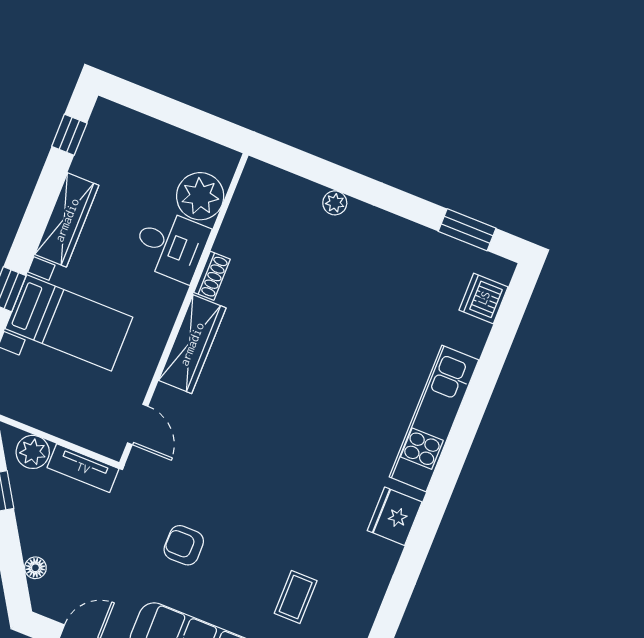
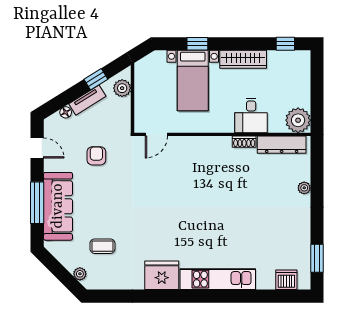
plant: (200, 196) -> (298, 120), moved
dresser: (243, 212) -> (282, 145), added
wardrobe: (192, 344) -> (207, 145), removed
tv unit: (83, 468) -> (87, 100), moved, turned -122
fridge: (395, 516) -> (162, 275), width x1.36, depth x1.34
armchair: (184, 545) -> (96, 156), moved

